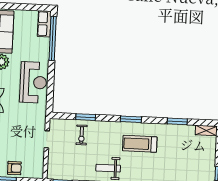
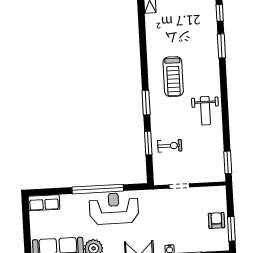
window: (53, 38) -> (98, 189), moved
window: (131, 119) -> (146, 103), moved
window: (177, 121) -> (142, 35), removed

